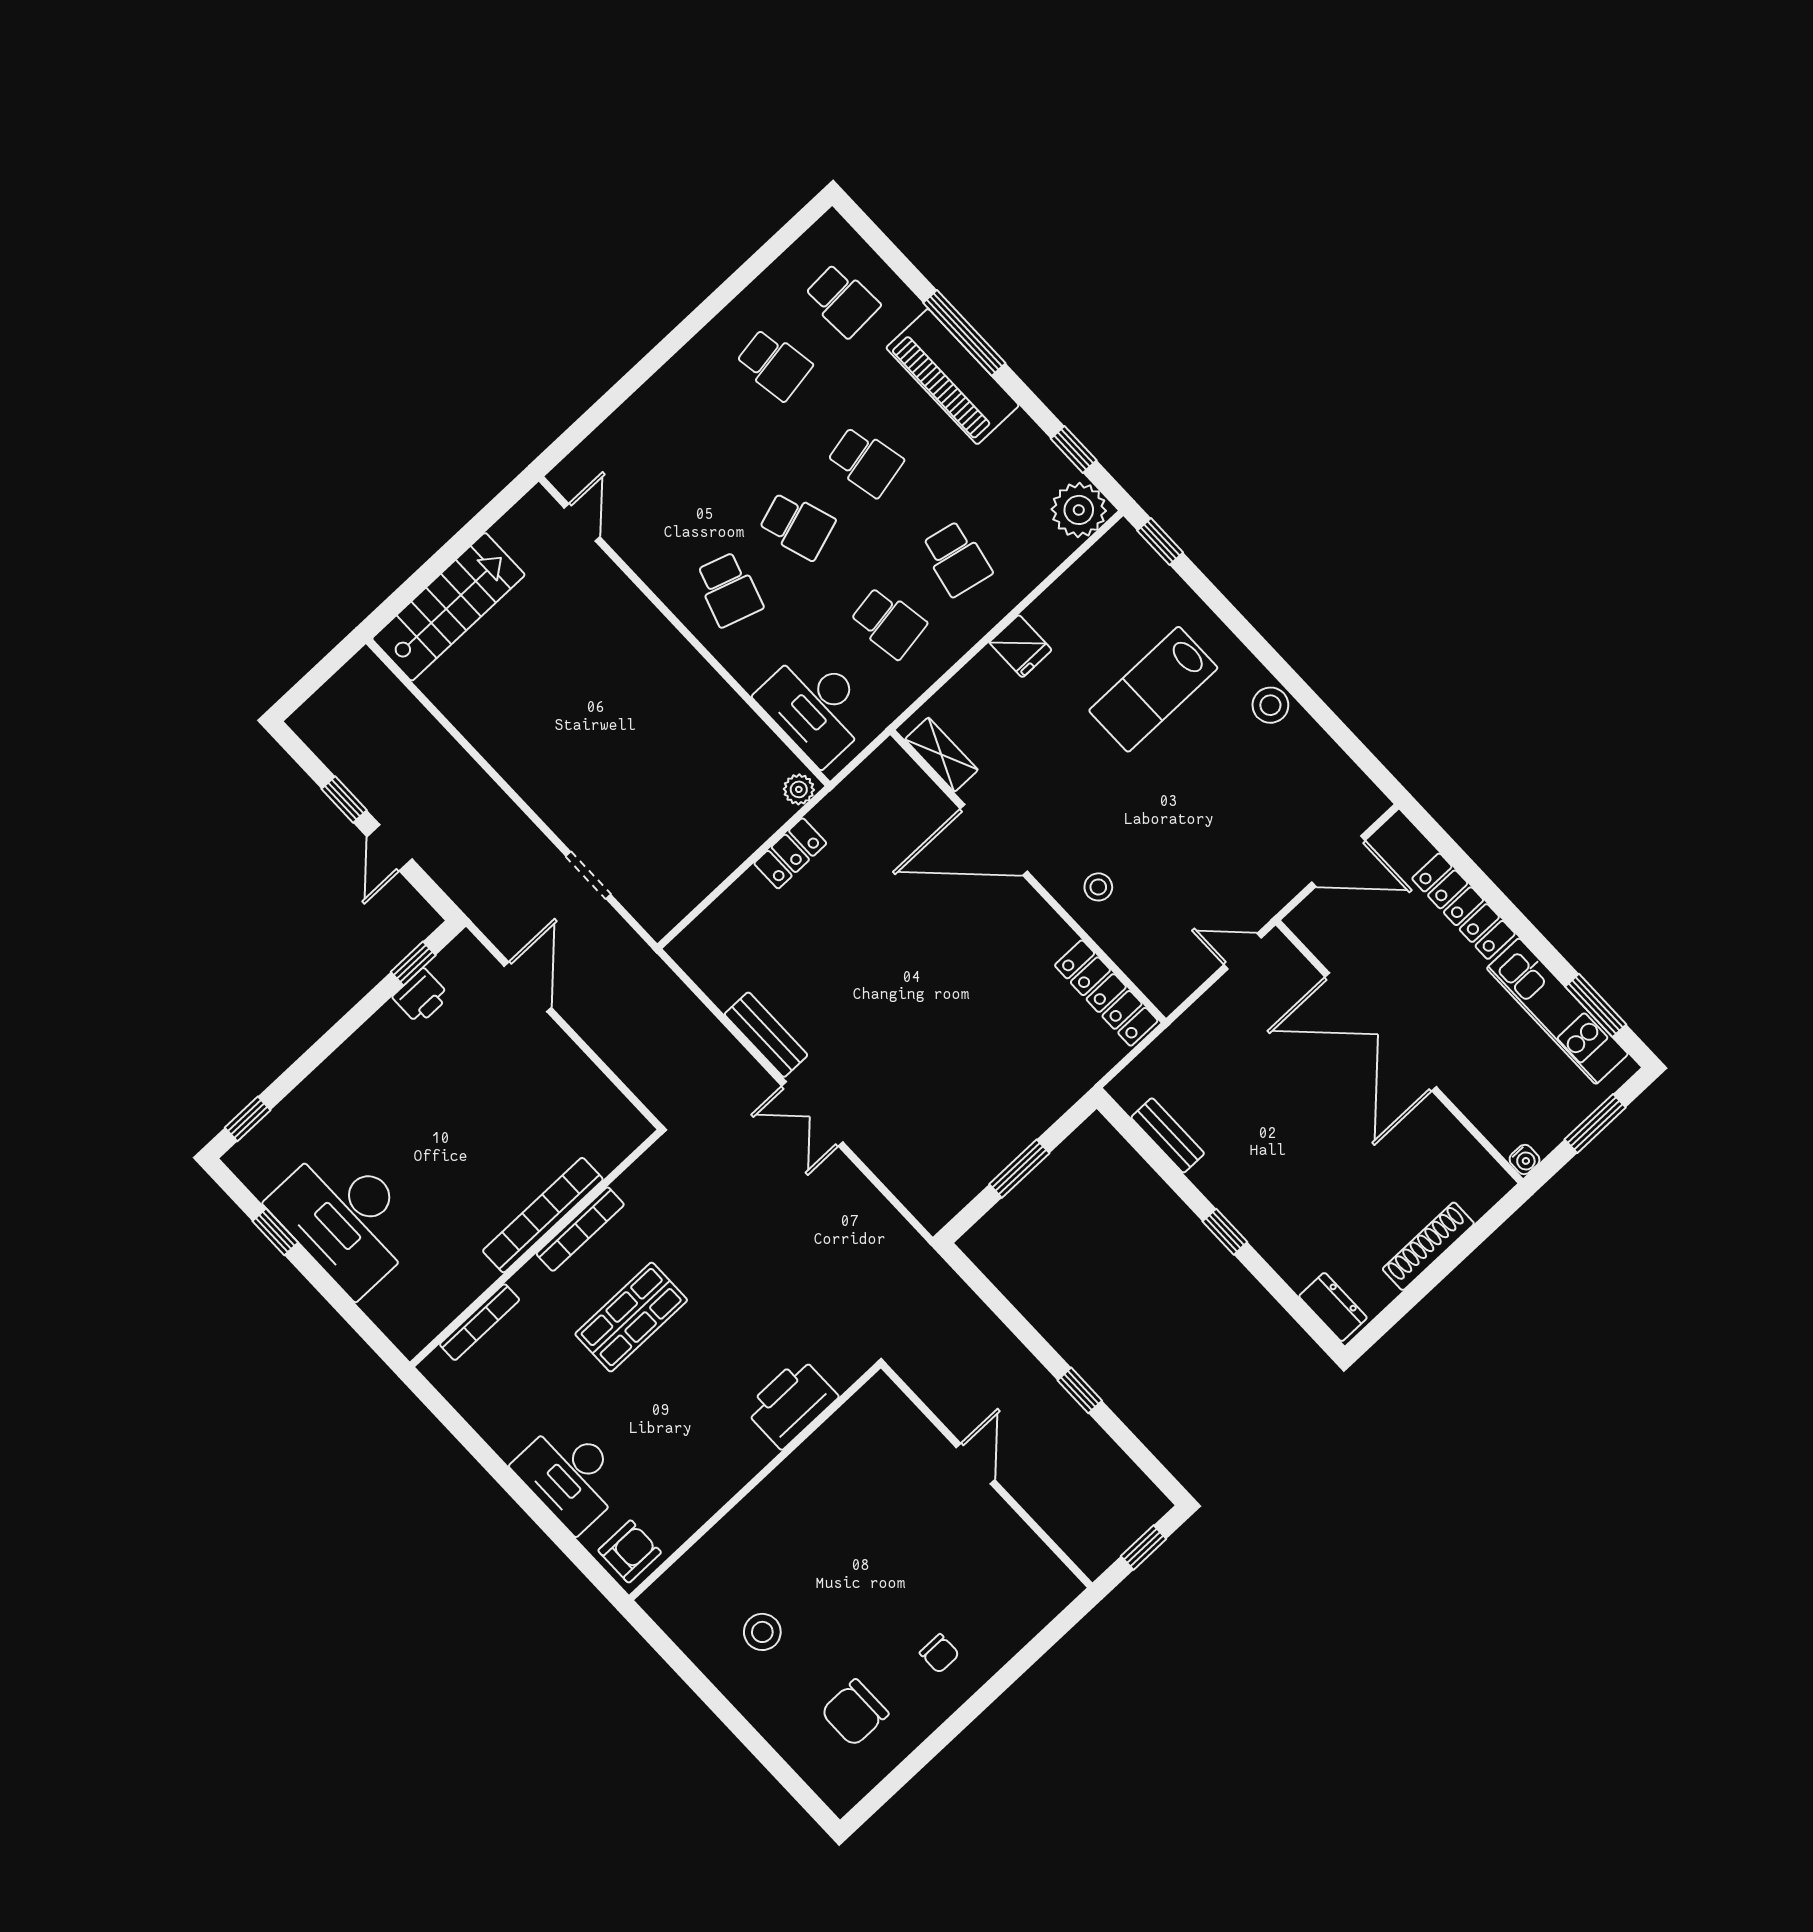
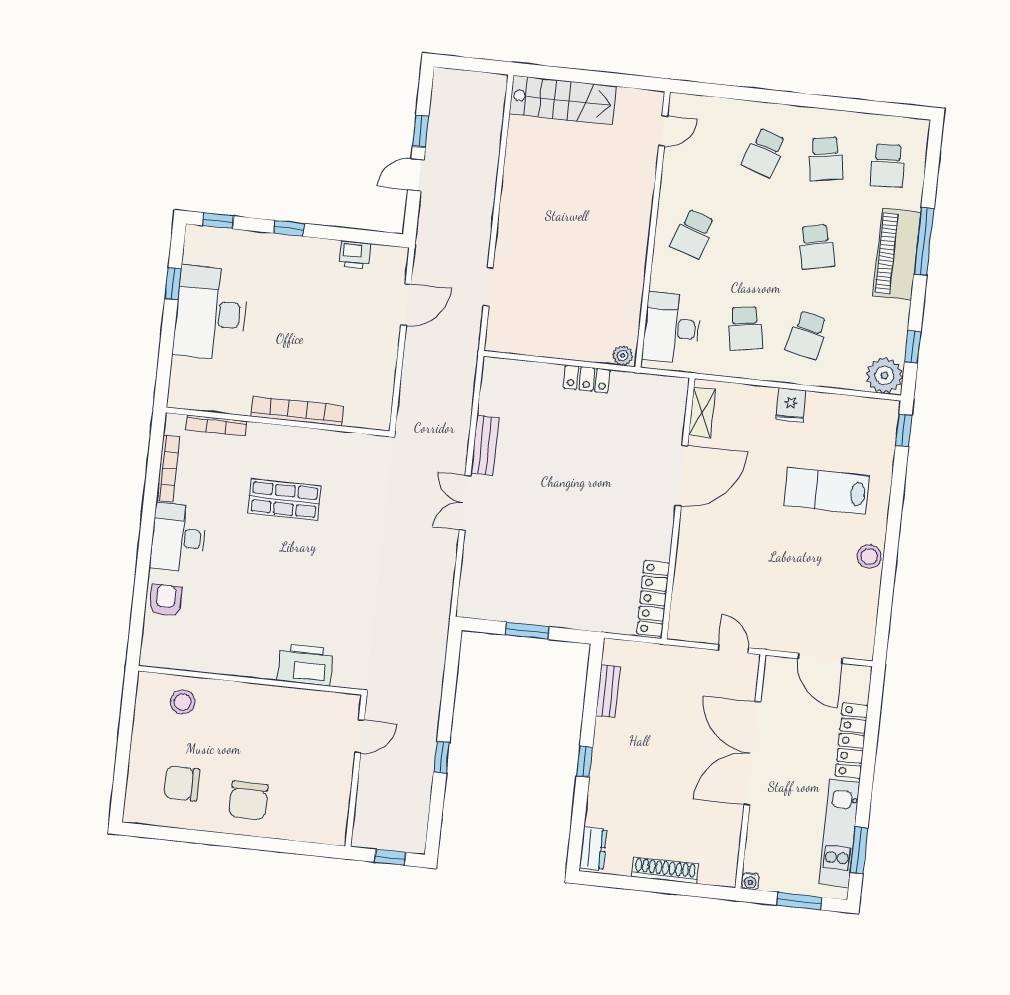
school desk: (797, 525) -> (764, 152), moved, turned 36
door: (994, 840) -> (682, 476), swing flipped
stool: (1098, 887) -> (703, 549), removed
window: (413, 963) -> (289, 228), moved
bookcase: (580, 1229) -> (168, 468), moved, turned -90
printer: (791, 1403) -> (305, 665), moved
wall: (755, 1481) -> (250, 680), moved
armchair: (630, 1551) -> (166, 600), turned -90
chair: (939, 1654) -> (248, 801), width x1.87, depth x1.87

